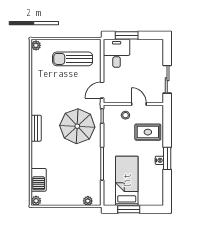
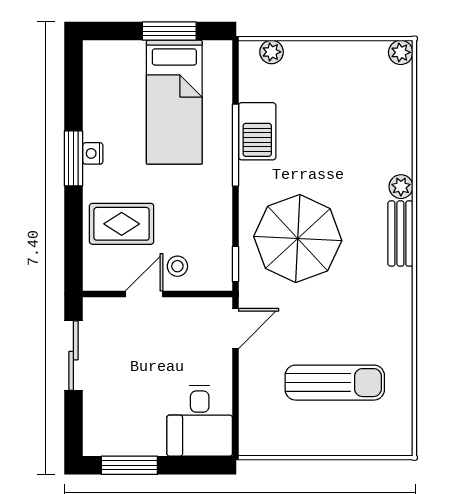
window: (127, 35) -> (129, 465), moved
plant: (36, 45) -> (401, 187), moved
sun lounger: (73, 59) -> (335, 383), moved
door: (139, 104) -> (144, 294), swing flipped
barbecue: (39, 180) -> (257, 131), moved, turned 180

